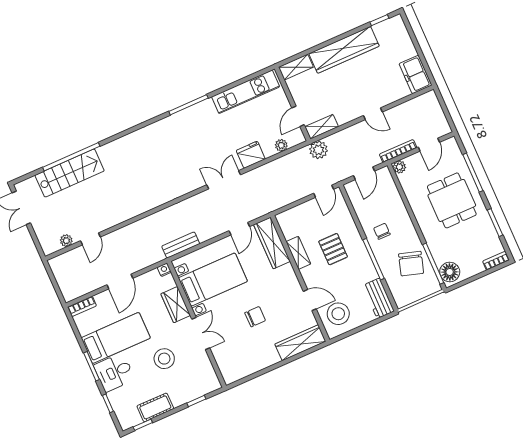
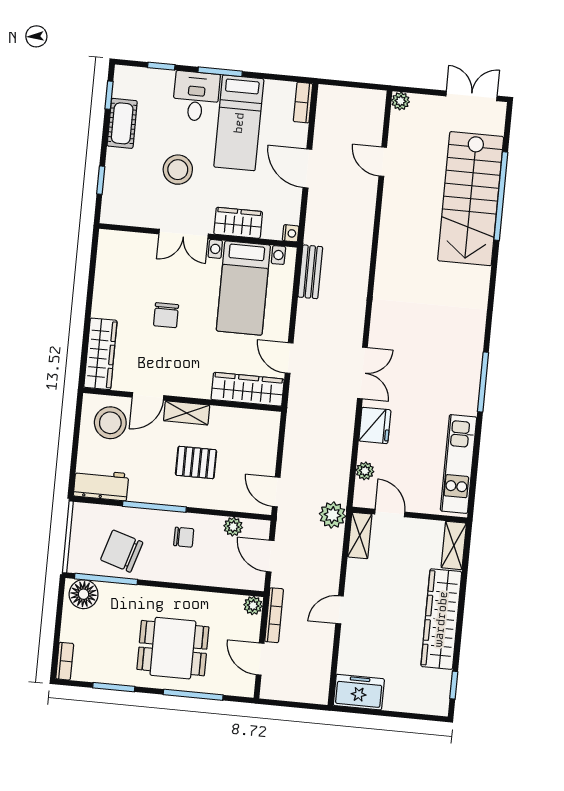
stairs: (70, 173) -> (471, 199), width x1.36, depth x1.51
plant: (359, 205) -> (233, 527), added
plant: (66, 241) -> (400, 101), moved
shelving: (298, 253) -> (187, 413), moved

